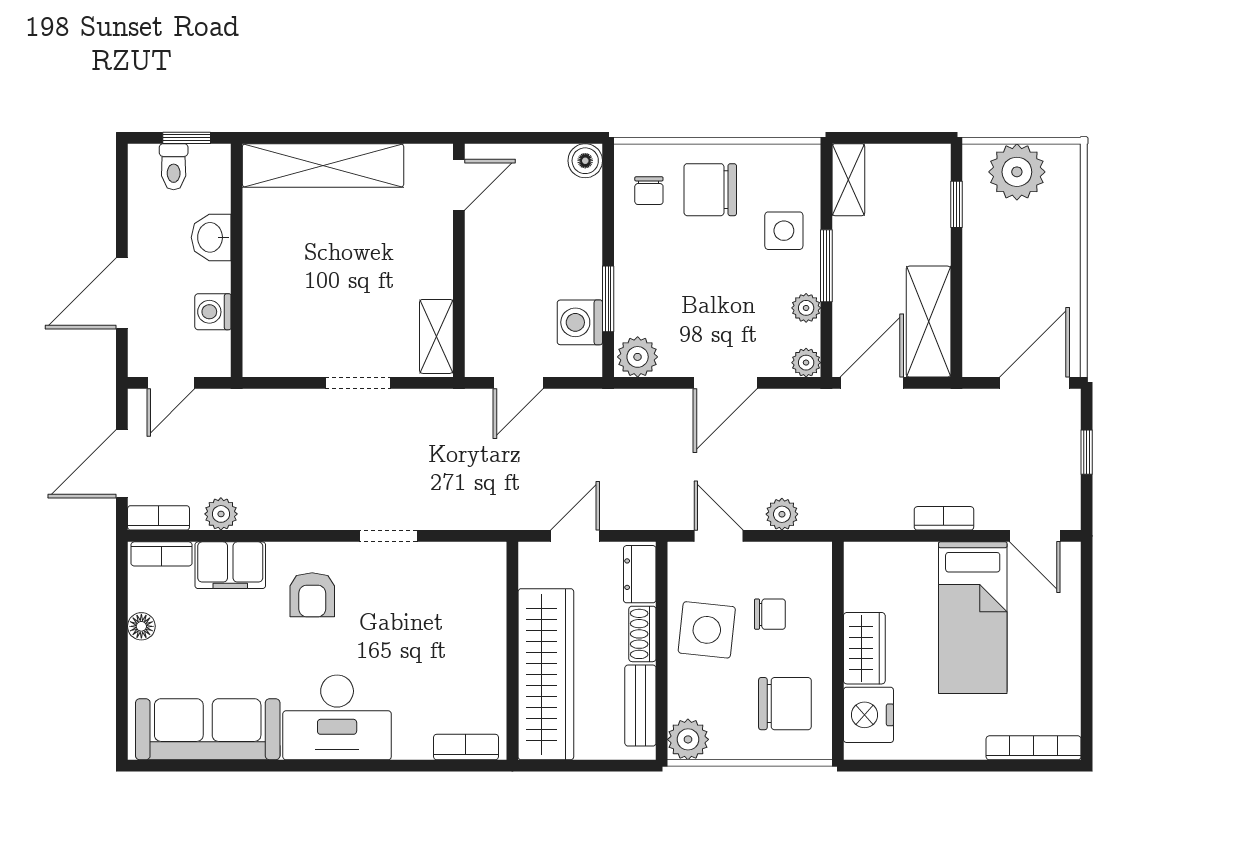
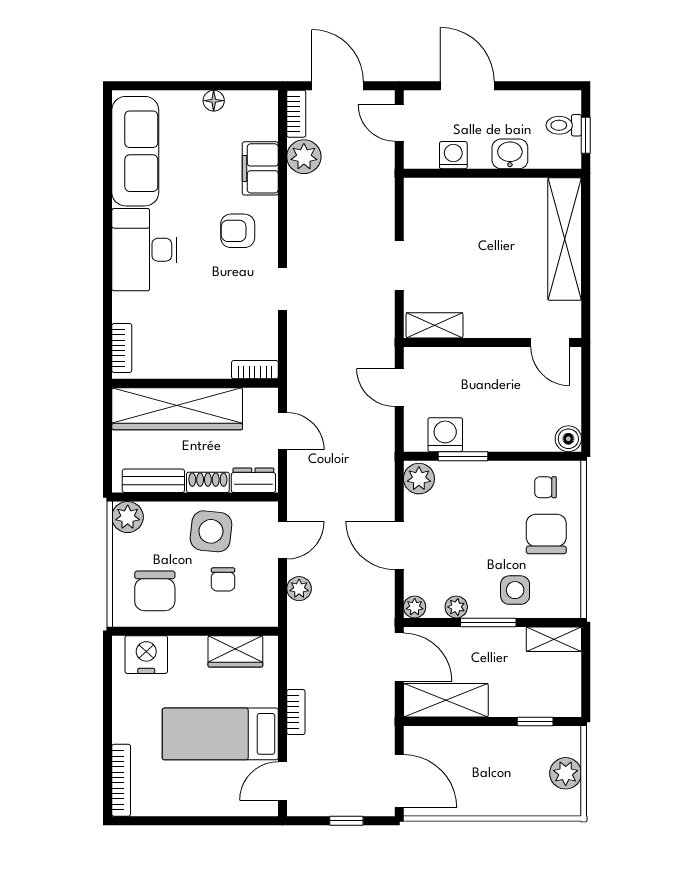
plant: (1017, 172) -> (566, 773), width x0.73, depth x0.73
plant: (221, 514) -> (304, 157), width x1.38, depth x1.38
bookcase: (161, 554) -> (255, 370), moved, turned 90
wardrobe: (864, 648) -> (235, 651), moved

